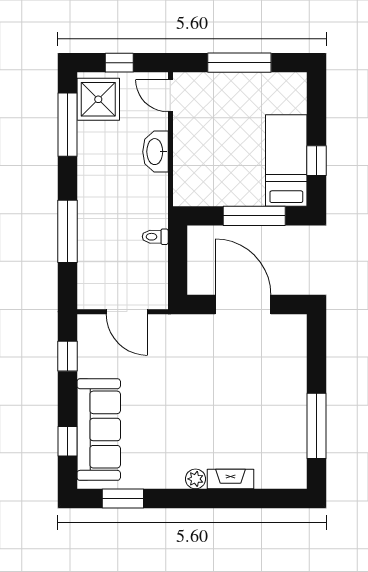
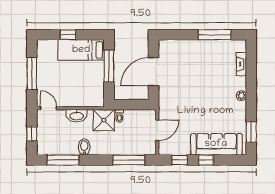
door: (170, 96) -> (49, 108), swing flipped
shower: (98, 99) -> (104, 120), moved
window: (317, 161) -> (68, 35), moved
bidet: (93, 167) -> (84, 147), added
window: (67, 231) -> (129, 160), moved
window: (67, 441) -> (206, 160), moved
fireplace: (230, 479) -> (241, 64), moved

